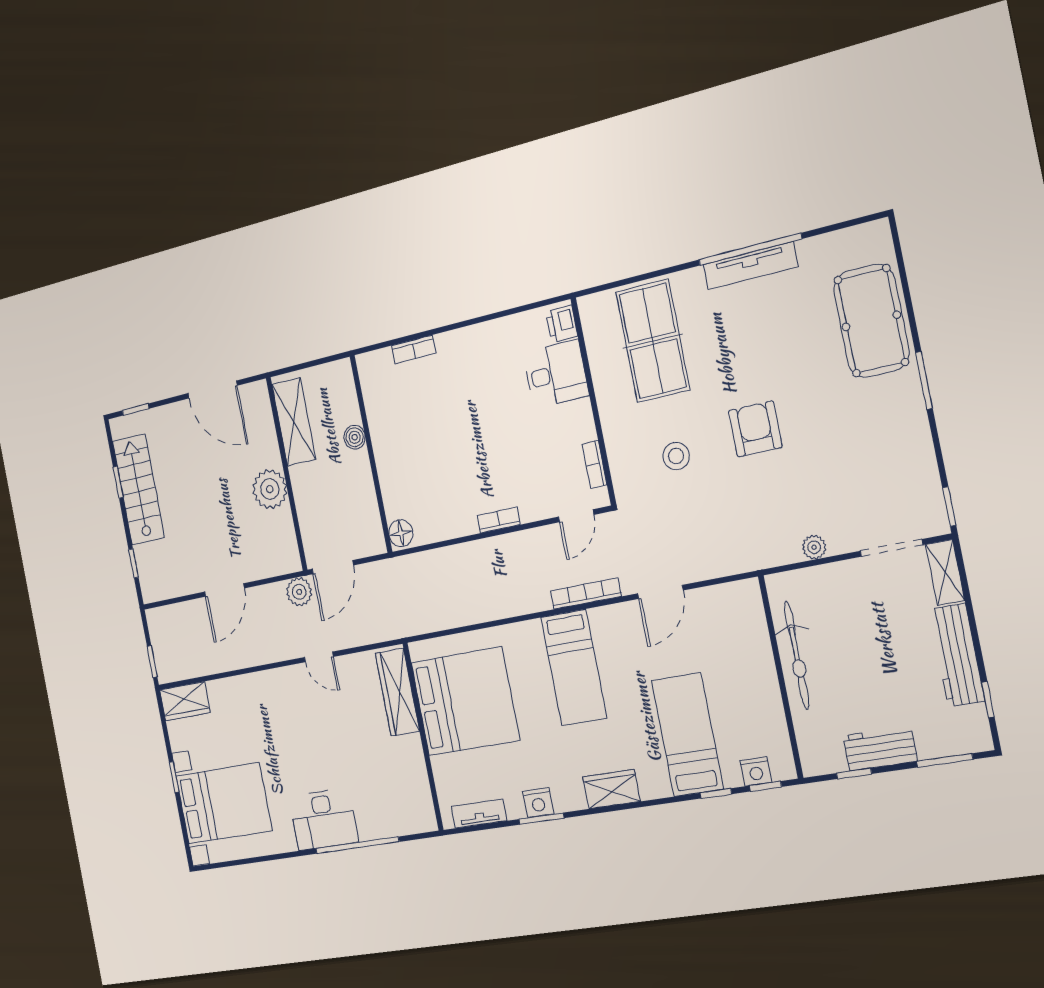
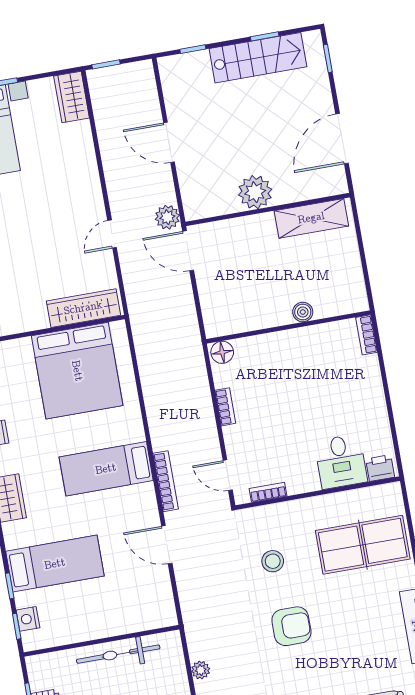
boiler: (355, 437) -> (303, 312), moved
wall: (371, 454) -> (288, 327), moved
floor lamp: (401, 533) -> (222, 352), moved

